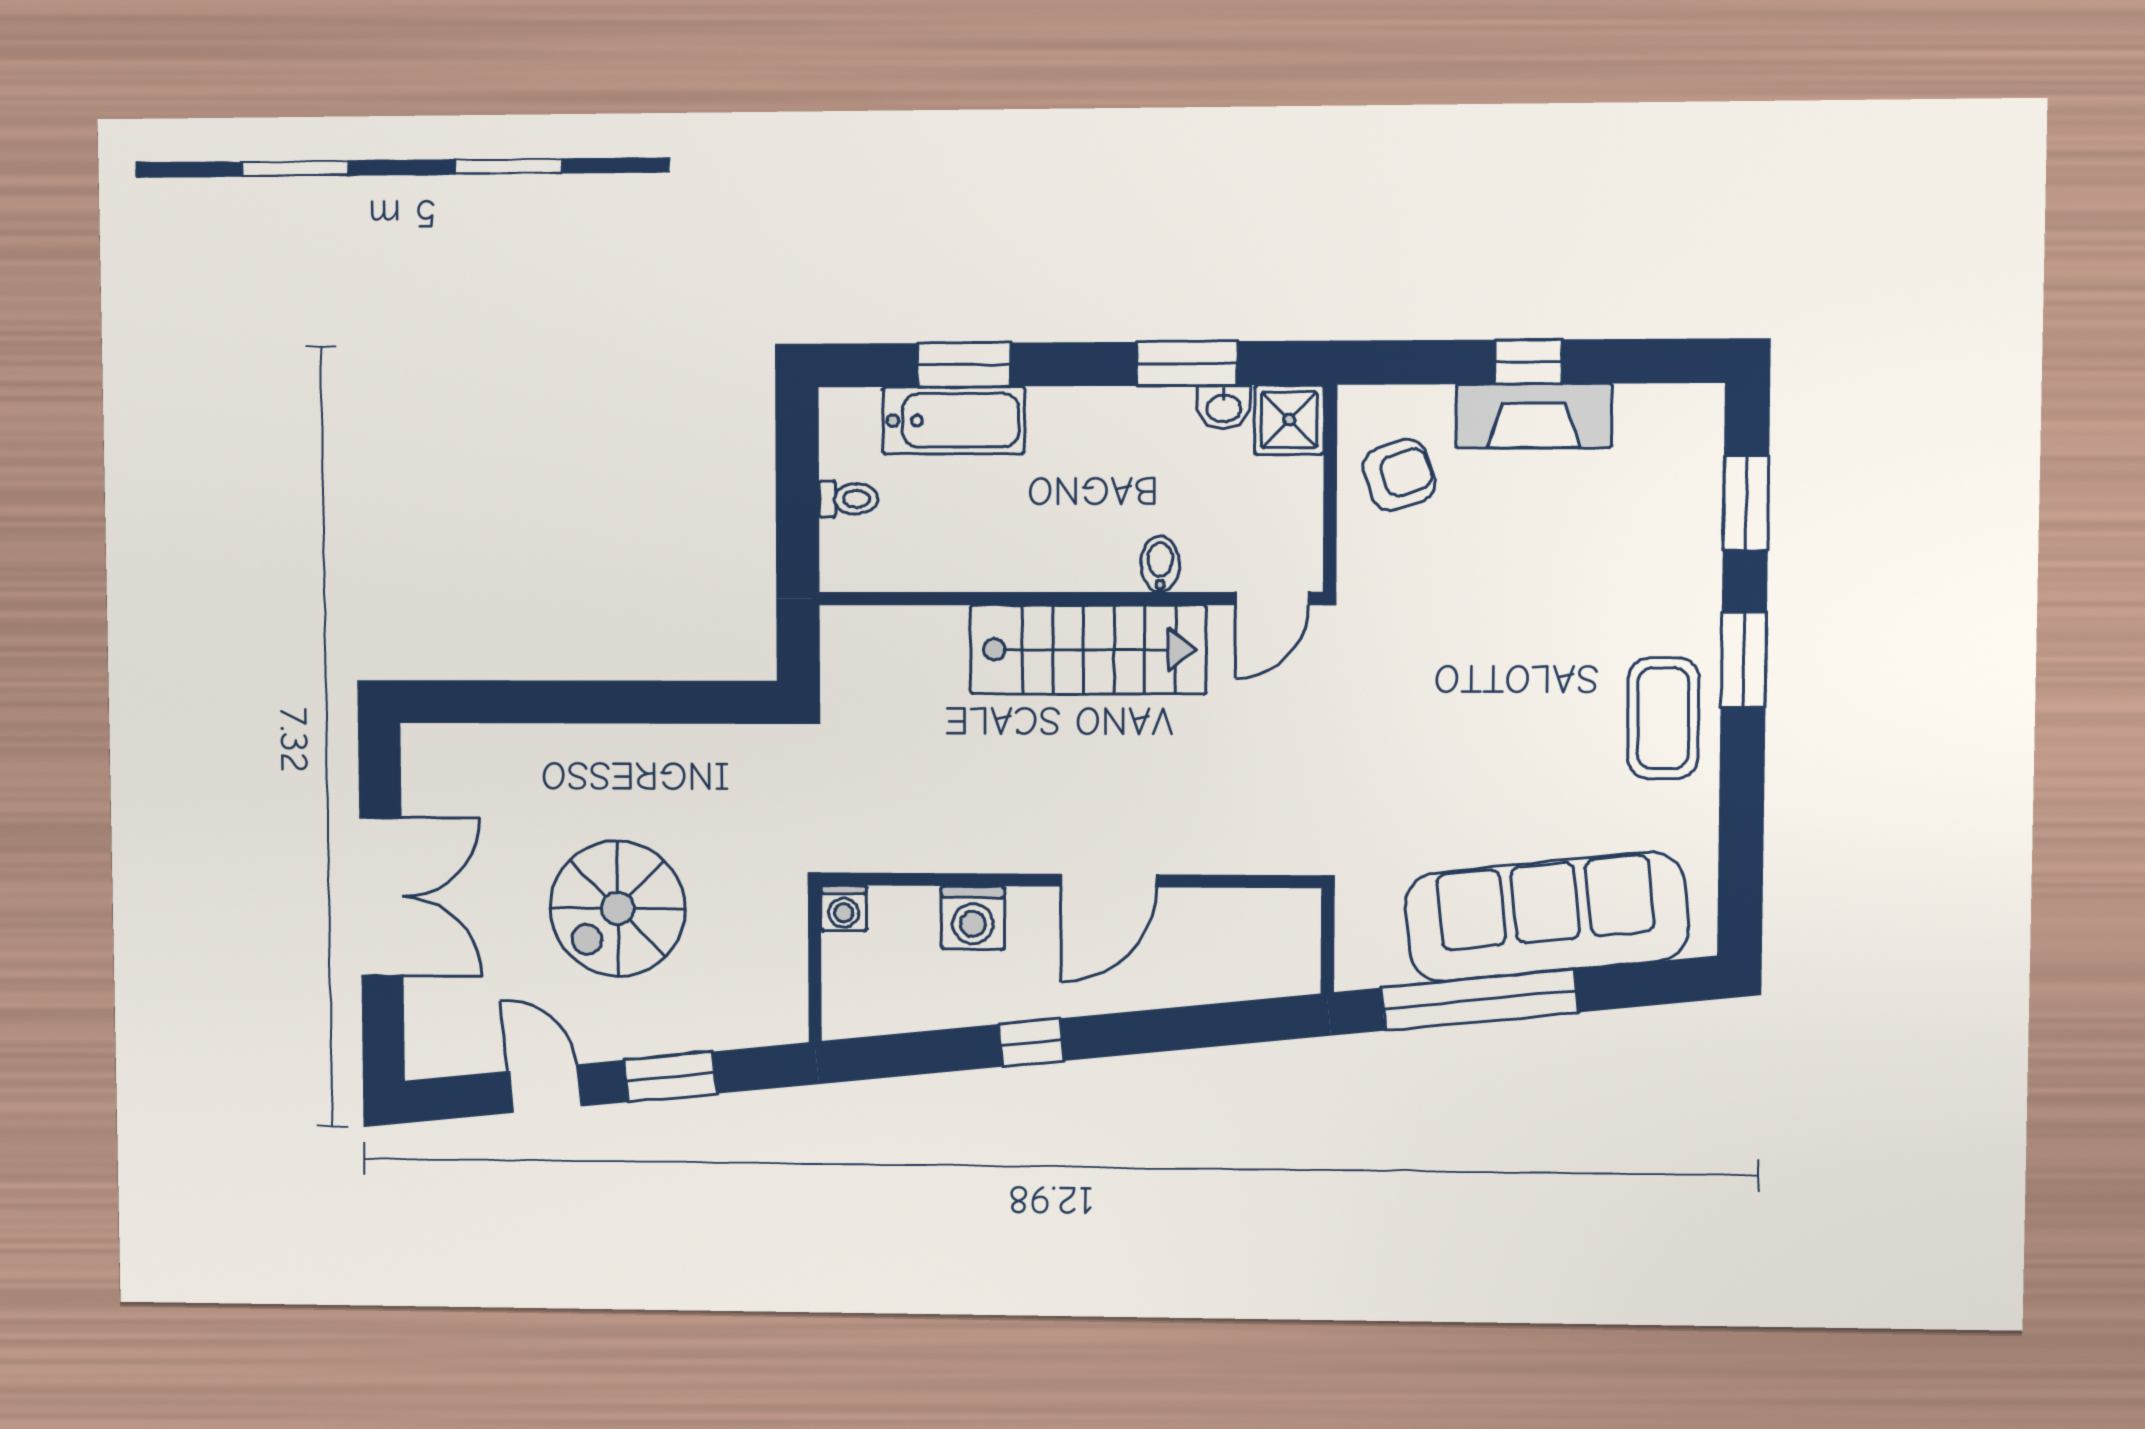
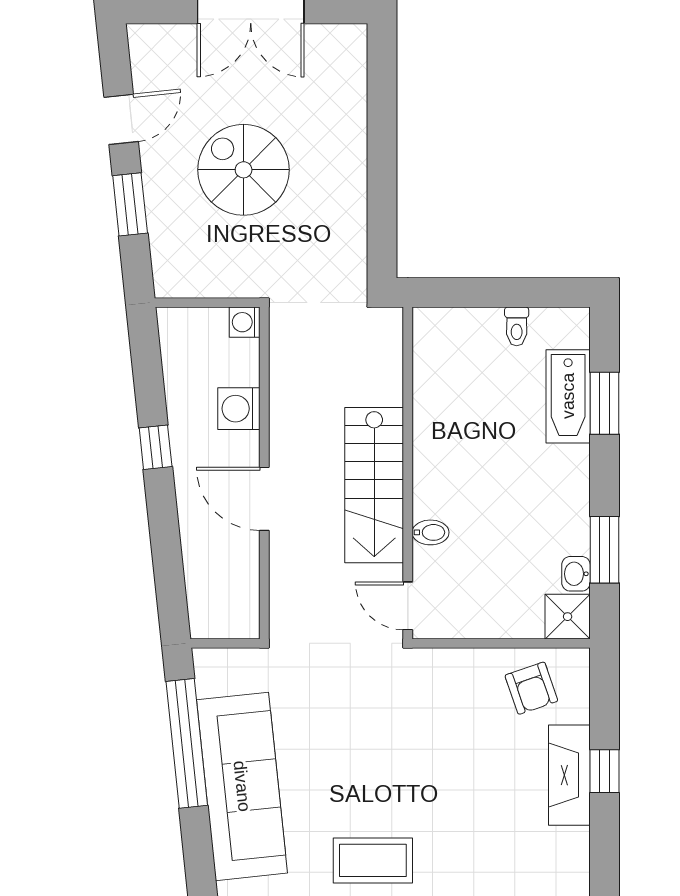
bidet: (1160, 564) -> (431, 532), moved
door: (1272, 598) -> (408, 606), moved
wall: (1070, 599) -> (408, 473), moved
stairs: (1088, 650) -> (374, 485), moved

